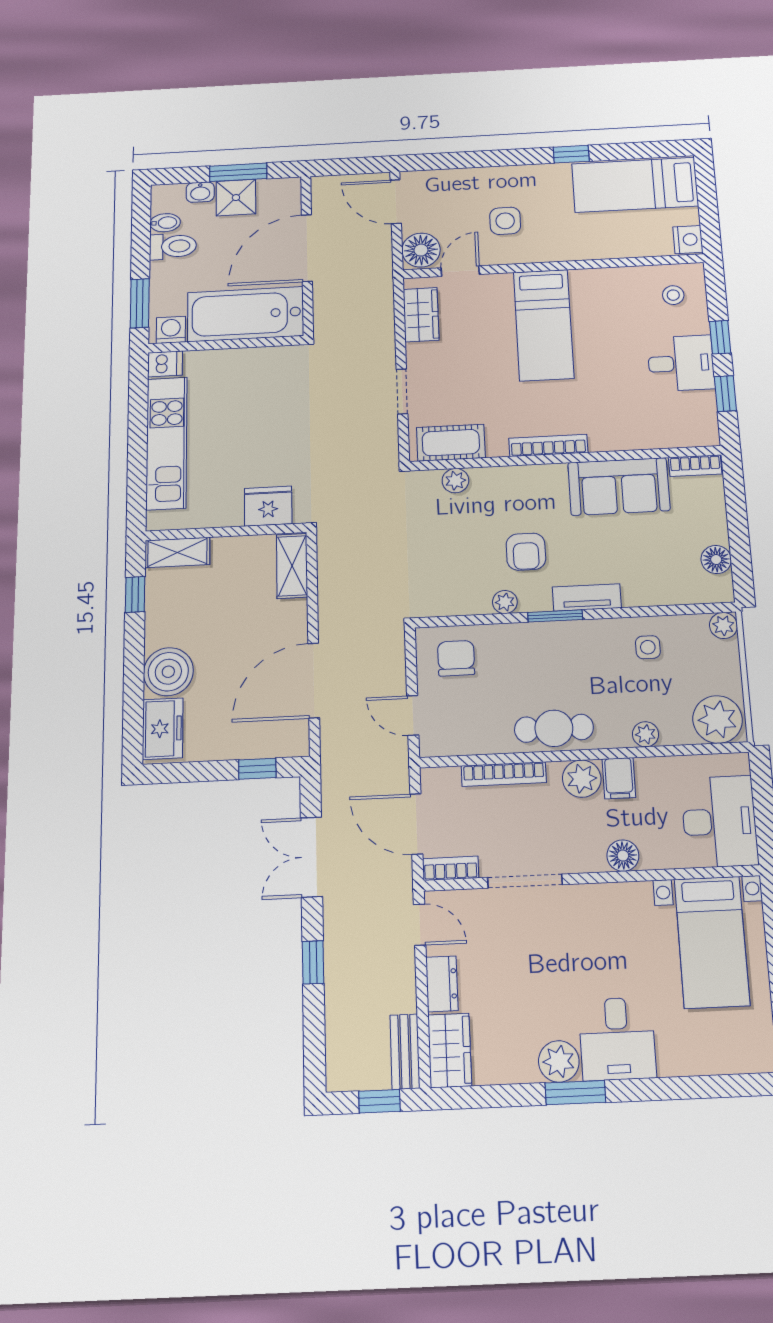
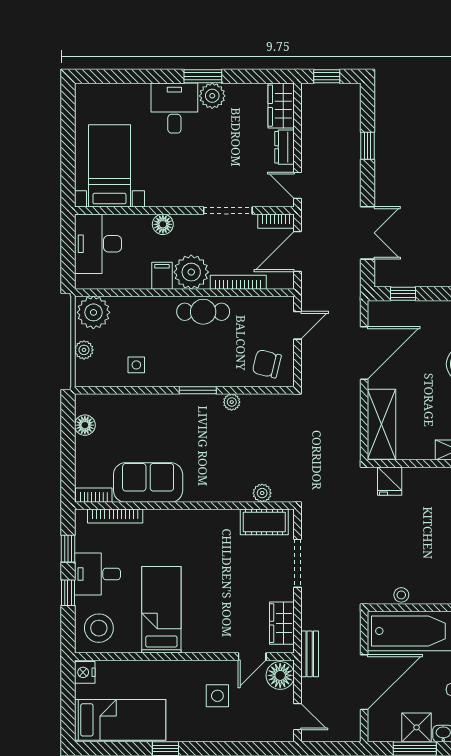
door: (396, 202) -> (298, 717), width x0.73
stool: (673, 295) -> (99, 628), width x1.89, depth x1.89
bed: (544, 325) -> (161, 610), moved
stool: (257, 359) -> (401, 595), added
doorway: (402, 392) -> (298, 563), width x1.38
bookcase: (548, 445) -> (115, 516), moved
fridge: (268, 506) -> (390, 481), width x0.72
armchair: (526, 552) -> (215, 438), removed
shelving: (292, 566) -> (382, 424), width x1.50, depth x1.33
tv unit: (587, 597) -> (175, 402), removed
plant: (723, 626) -> (84, 350), moved
chair: (456, 658) -> (267, 364), turned 104
door: (413, 715) -> (298, 325), hinge flipped
plant: (646, 734) -> (142, 305), removed
plant: (582, 779) -> (191, 272), width x1.36, depth x1.36
door: (416, 824) -> (298, 252), swing flipped
window: (313, 962) -> (367, 146), moved
bench: (405, 1052) -> (310, 654), moved

